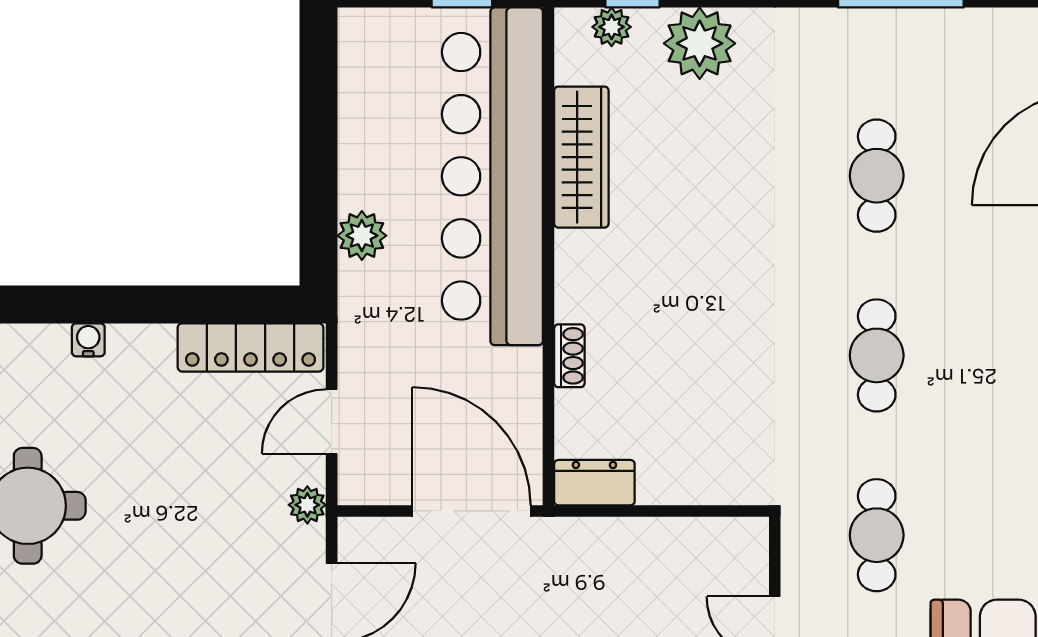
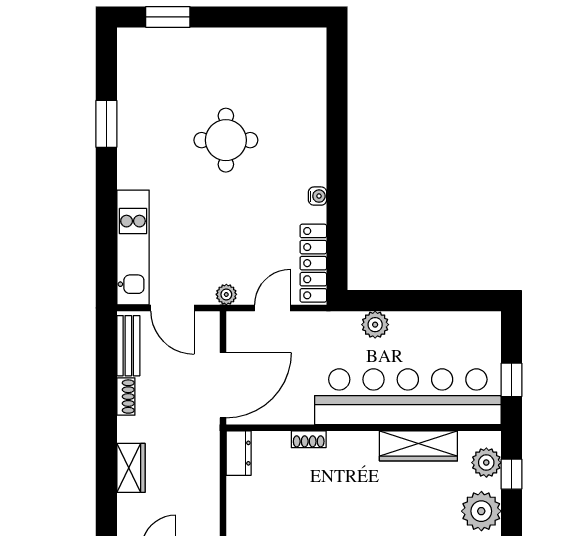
plant: (612, 27) -> (486, 463), width x1.38, depth x1.38
water cooler: (88, 340) -> (318, 196), moved
door: (332, 421) -> (272, 308), hinge flipped

